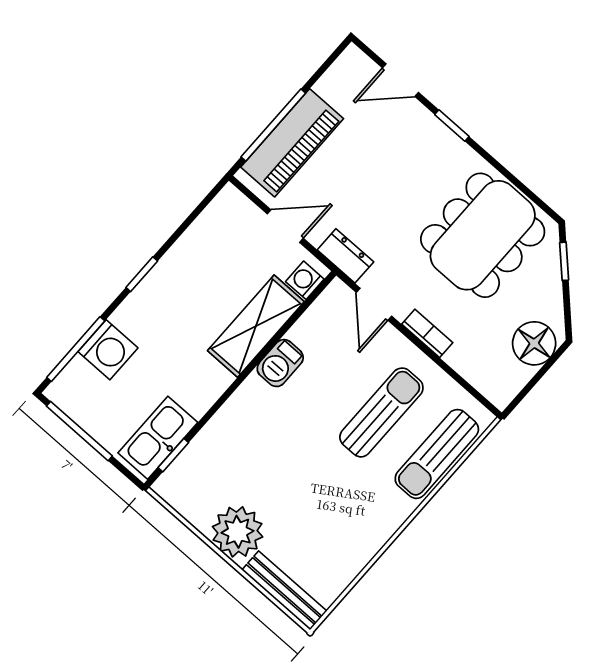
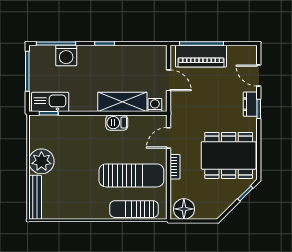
dresser: (345, 256) -> (250, 104), moved, turned 180
floor lamp: (534, 343) -> (184, 209), moved
sun lounger: (381, 412) -> (131, 175), width x1.36, depth x1.34

